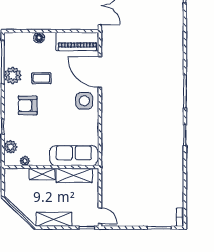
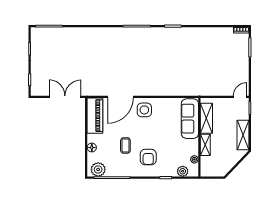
plant: (13, 75) -> (98, 169), moved

